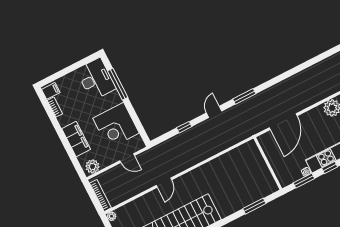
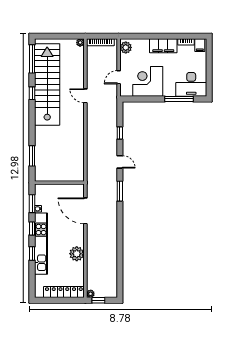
filing cabinet: (76, 139) -> (163, 46), moved

